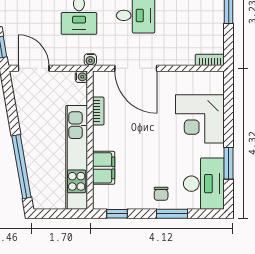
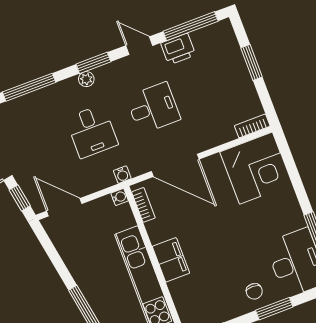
bookcase: (98, 111) -> (143, 205), moved
corner desk: (200, 119) -> (256, 168), moved, turned -90
filing cabinet: (104, 168) -> (171, 260), moved

